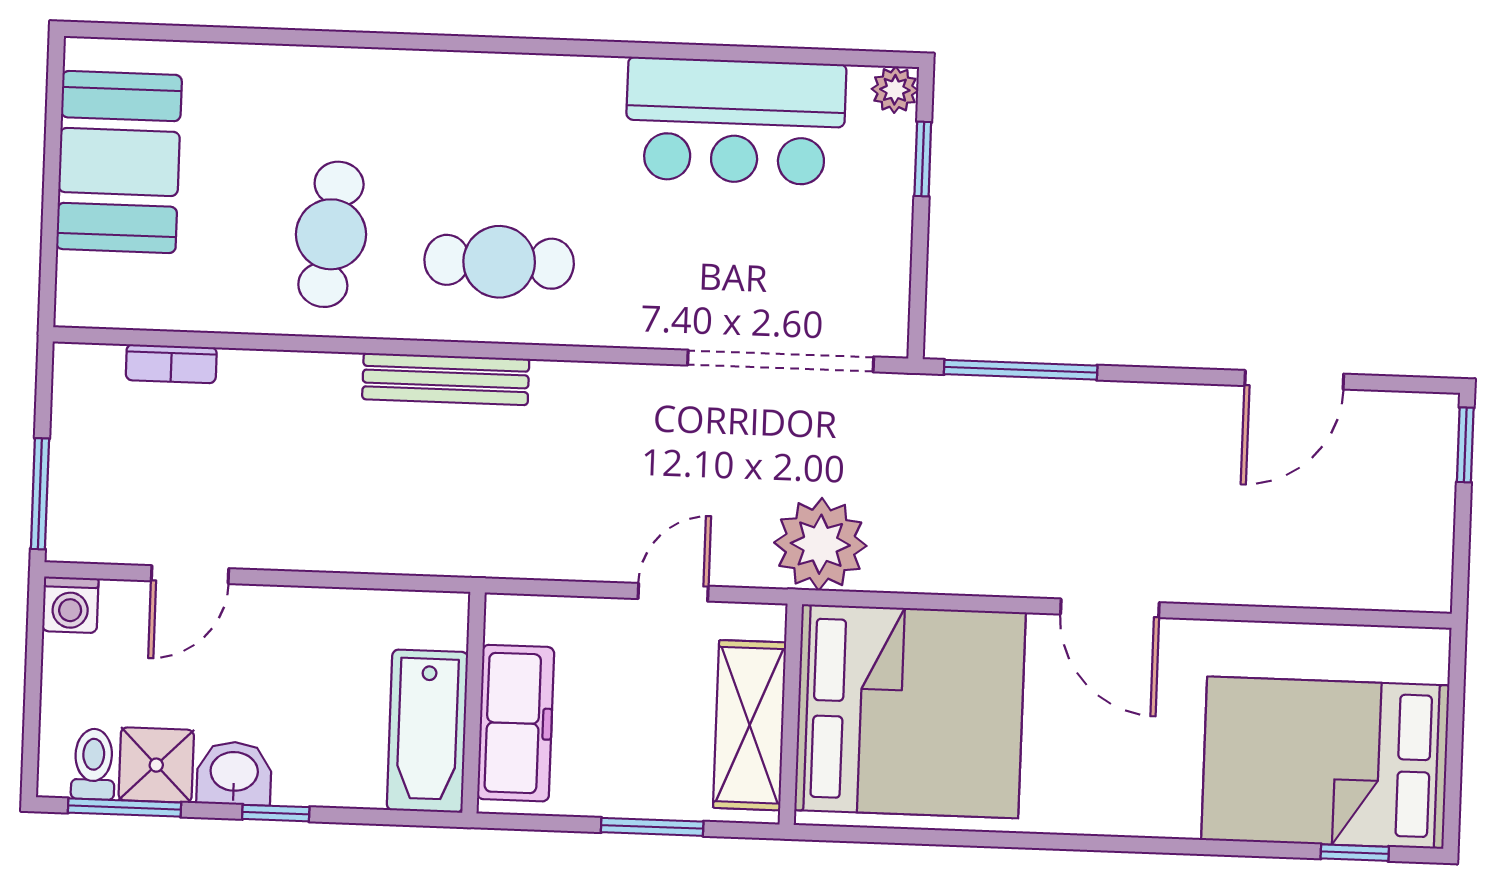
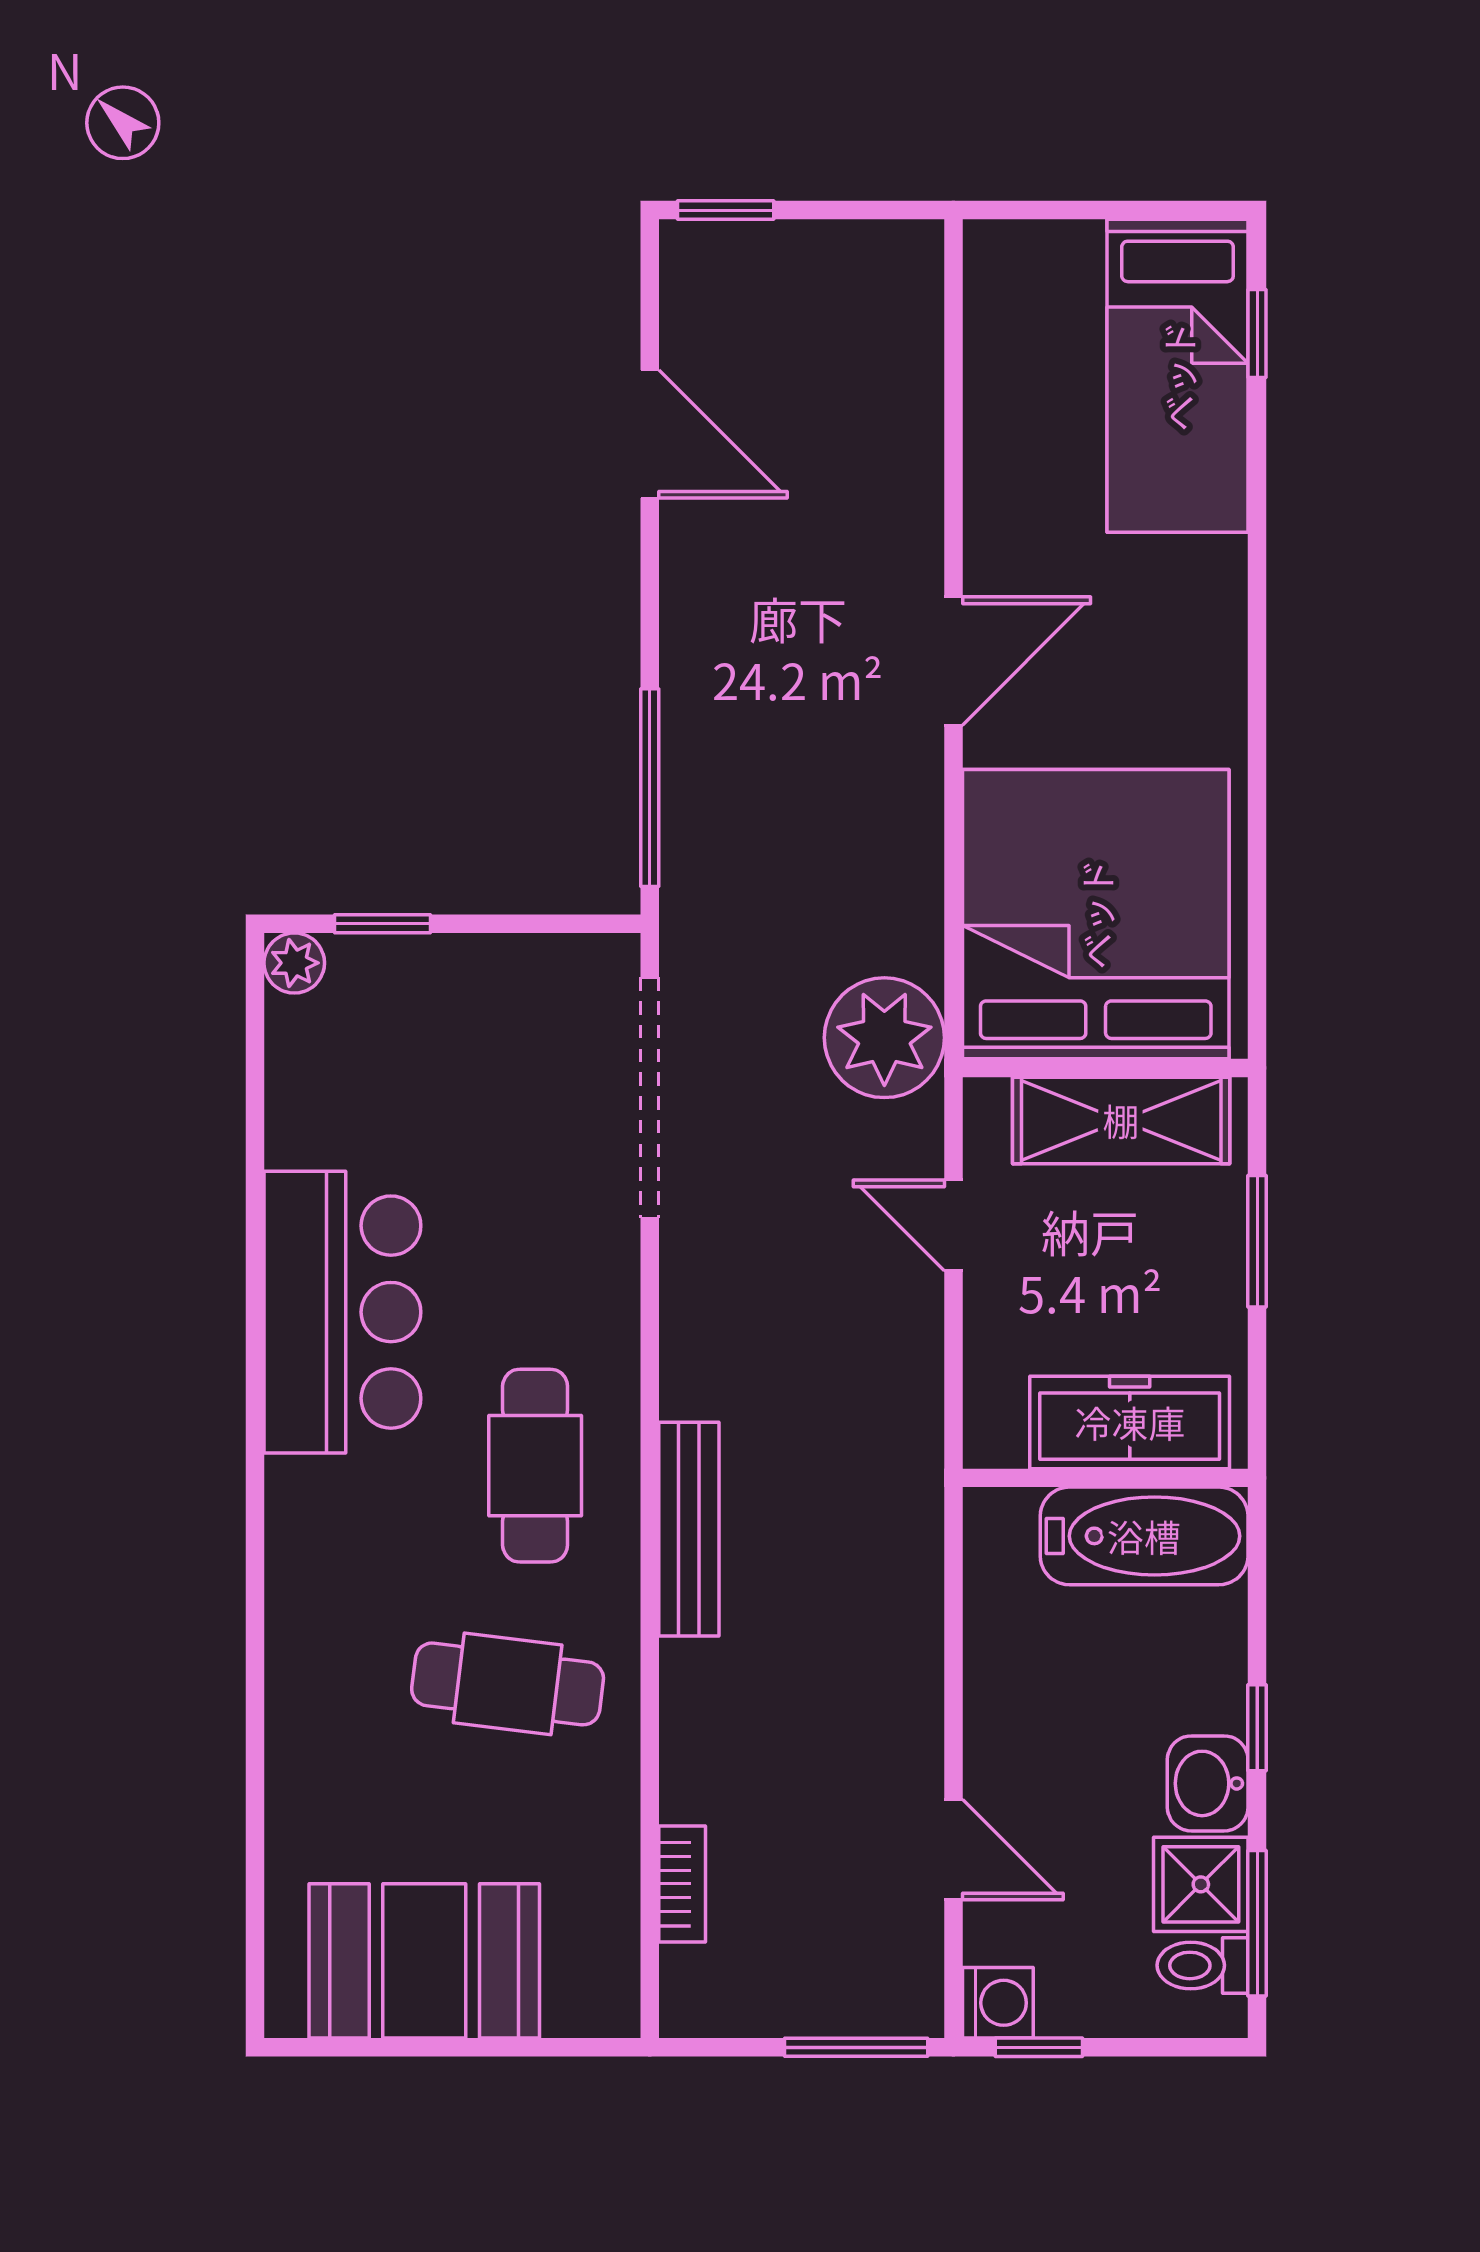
bar counter: (735, 121) -> (342, 1312), moved
window: (35, 635) -> (1039, 2047), added
bed: (1325, 763) -> (1178, 376), width x0.67

